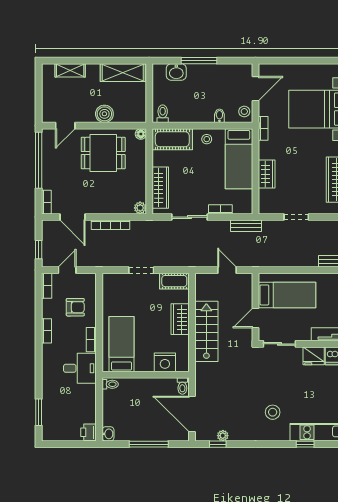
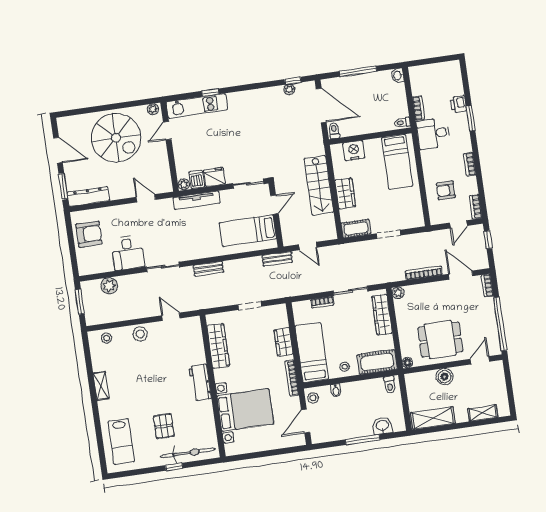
bookcase: (263, 128) -> (292, 378), width x1.56
bench: (246, 226) -> (277, 259), moved
bookcase: (91, 340) -> (419, 108), moved
window: (39, 412) -> (471, 118), moved
stool: (273, 412) -> (245, 118), removed
printer: (89, 432) -> (458, 104), moved, turned 180

